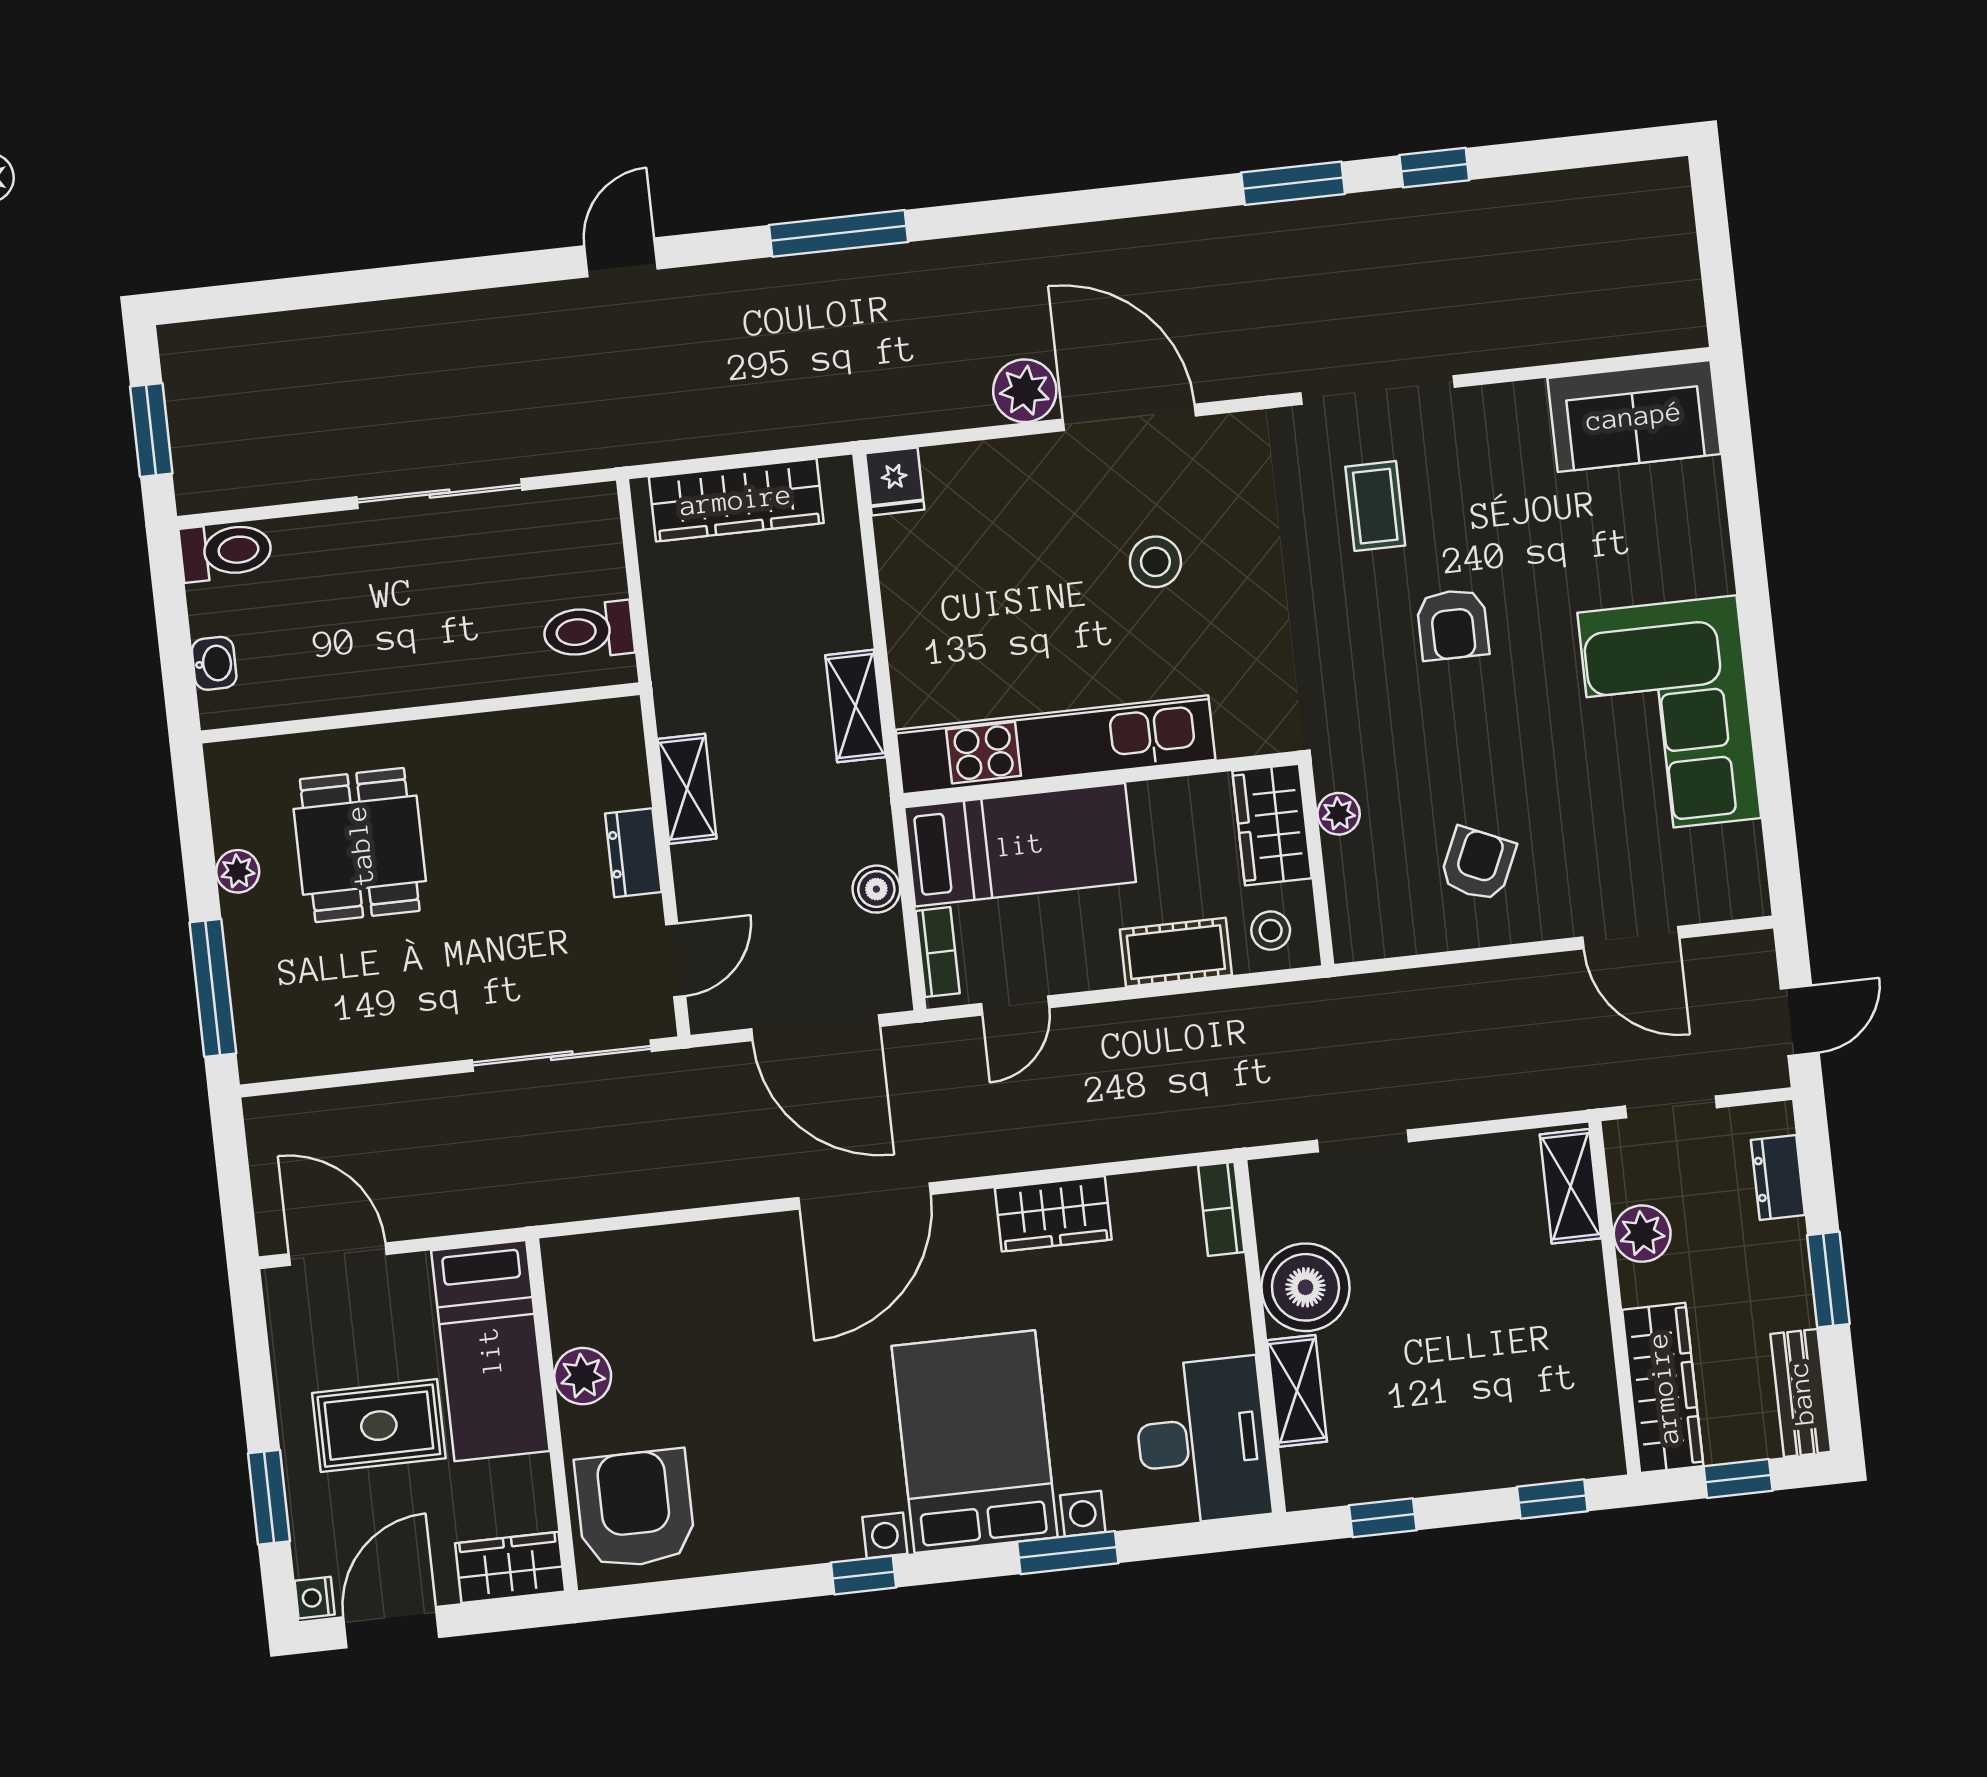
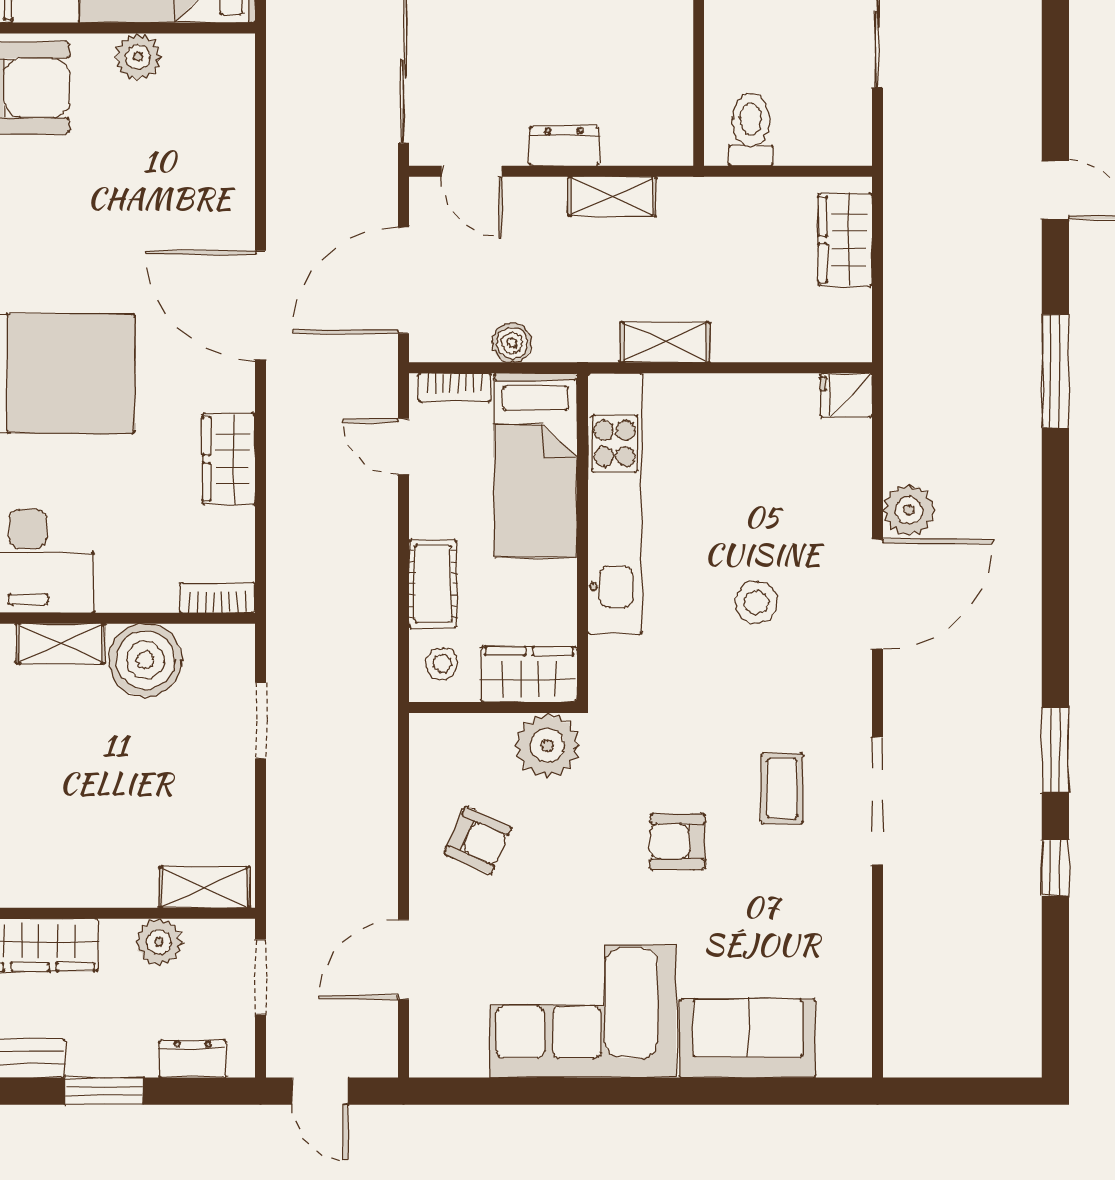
sofa: (1634, 416) -> (747, 1038), moved, turned 90
wardrobe: (736, 500) -> (845, 240), width x0.67
coffee table: (1375, 506) -> (782, 788), turned 90
plant: (1339, 814) -> (547, 745), width x1.88, depth x1.88

